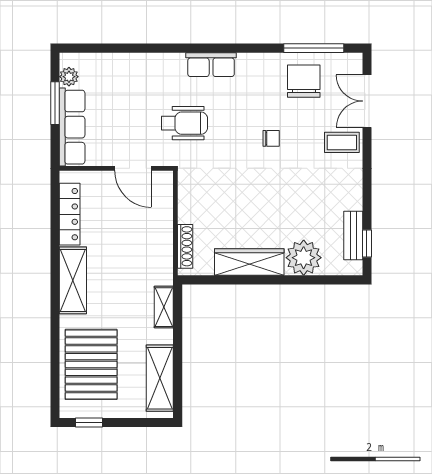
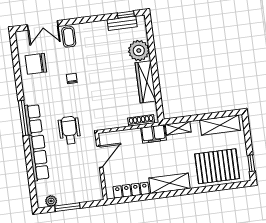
window: (314, 48) -> (23, 118), moved
row of seats: (72, 127) -> (39, 158), moved, turned 90
filing cabinet: (160, 264) -> (154, 134), added

